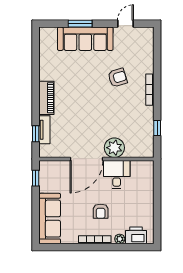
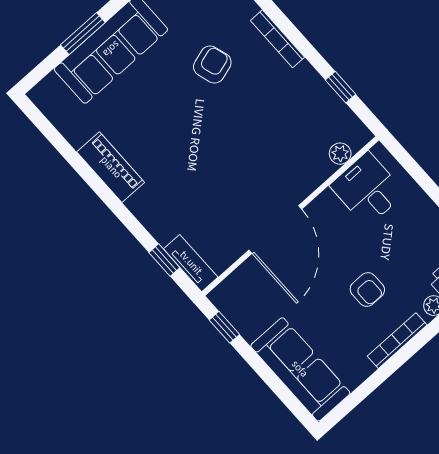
piano: (46, 98) -> (111, 167), moved
tv unit: (44, 130) -> (191, 263), moved
plant: (114, 148) -> (340, 154), moved, width x0.53, depth x0.53
desk: (117, 174) -> (368, 189), moved

